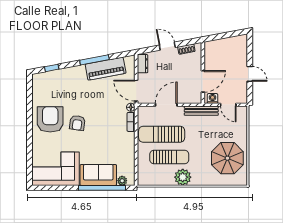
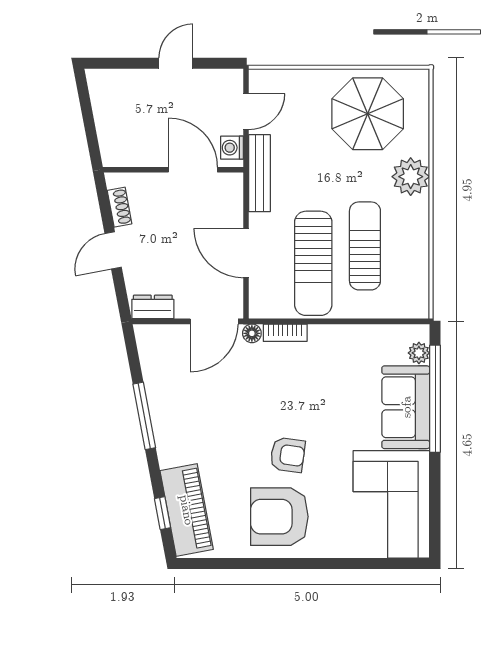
piano: (106, 69) -> (187, 510), moved
plant: (183, 177) -> (411, 177), moved

